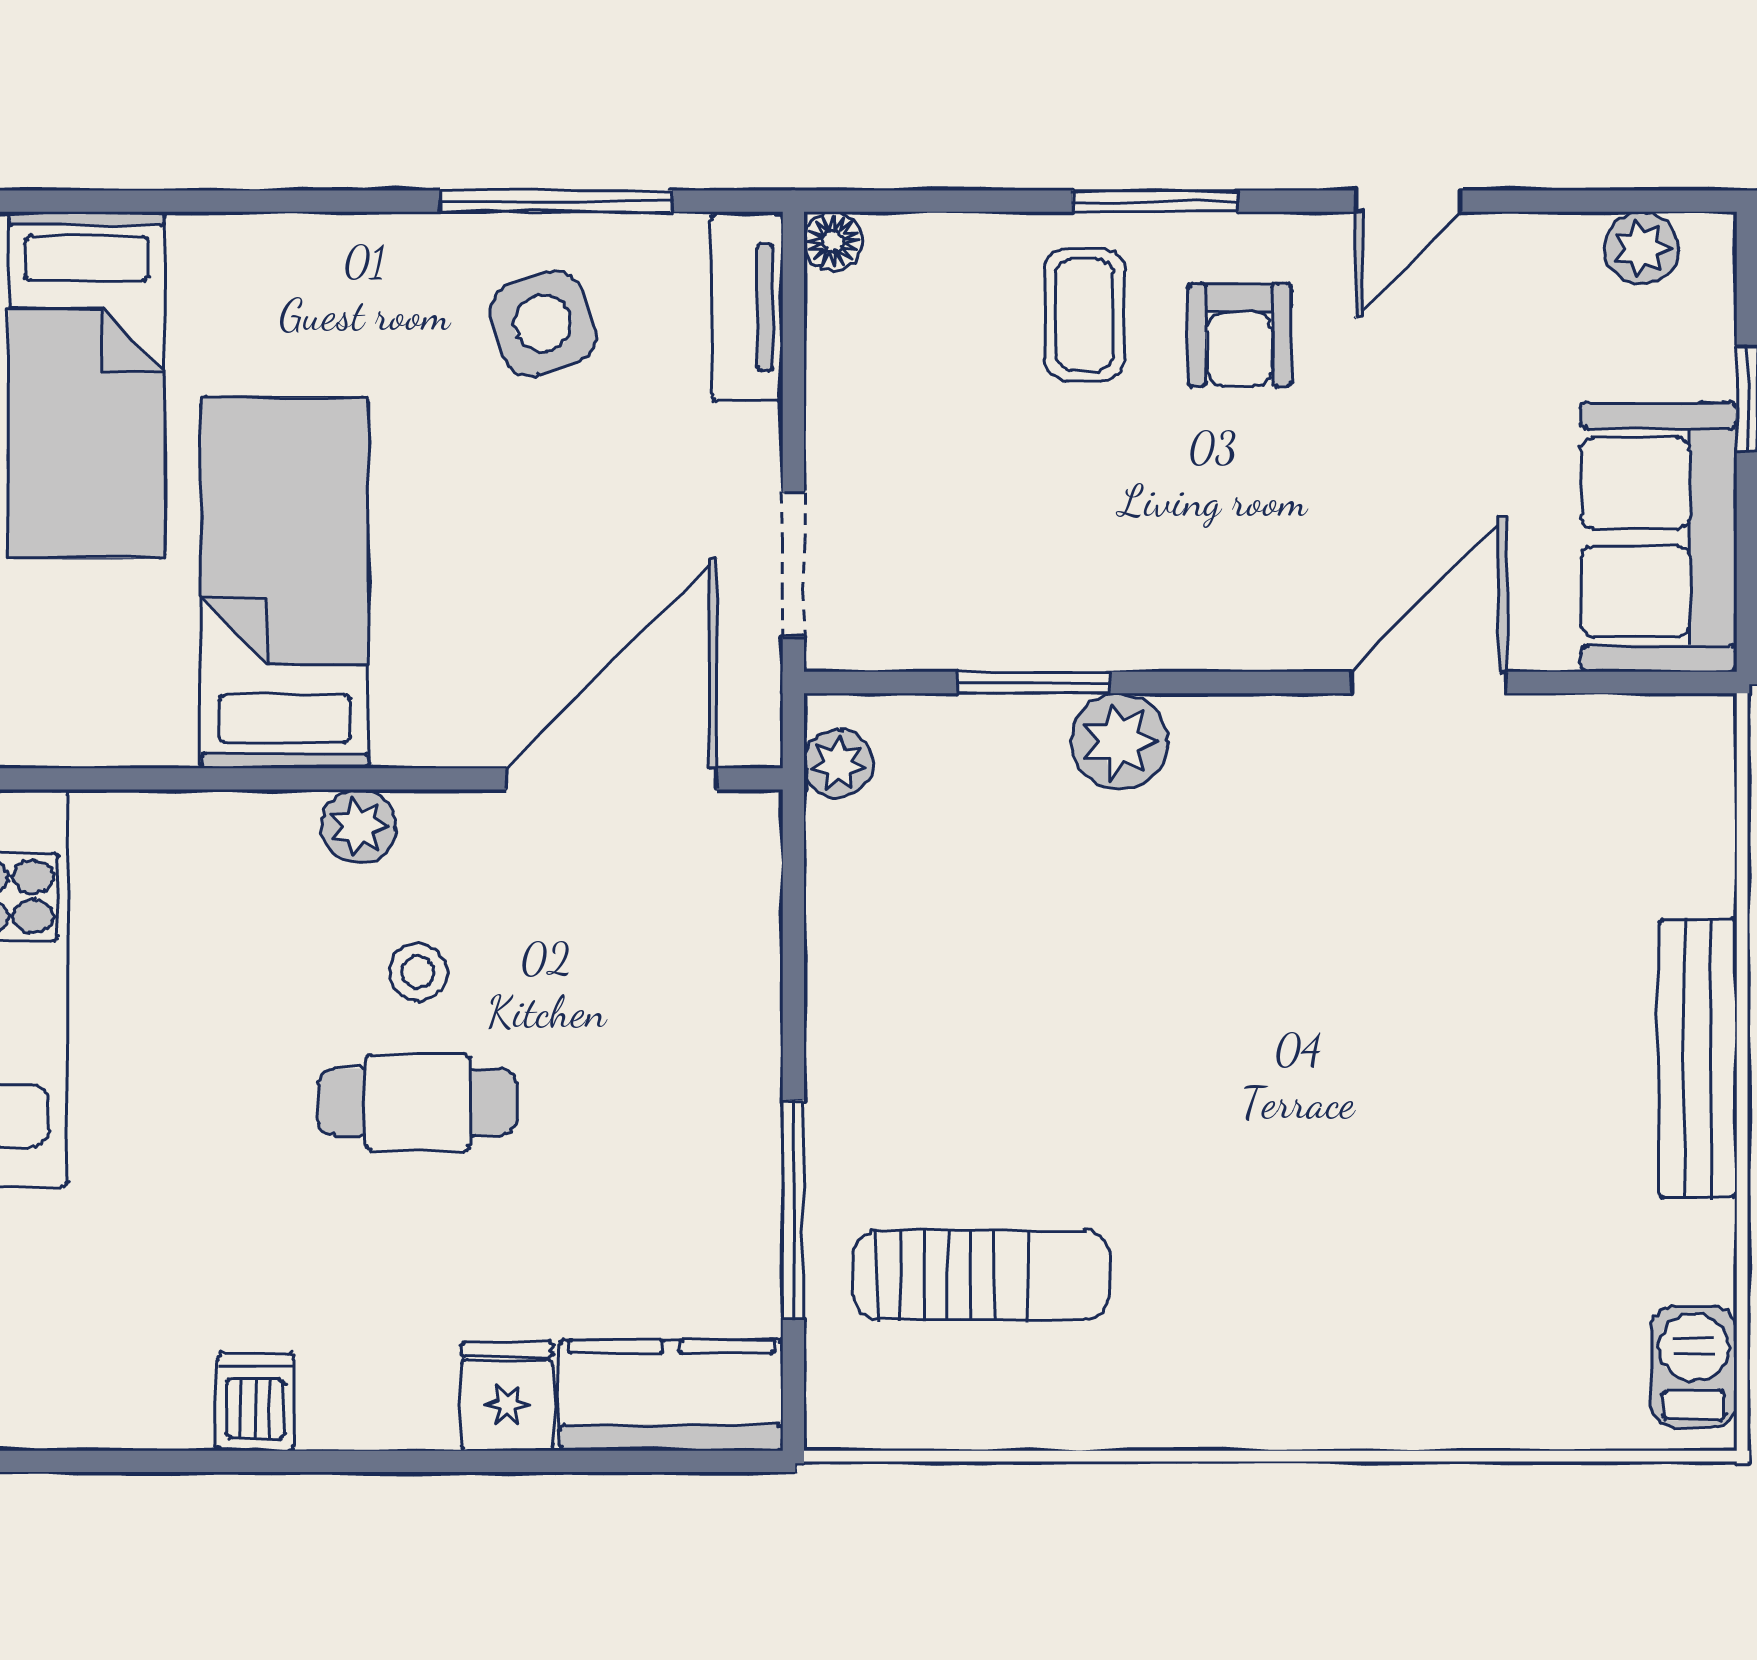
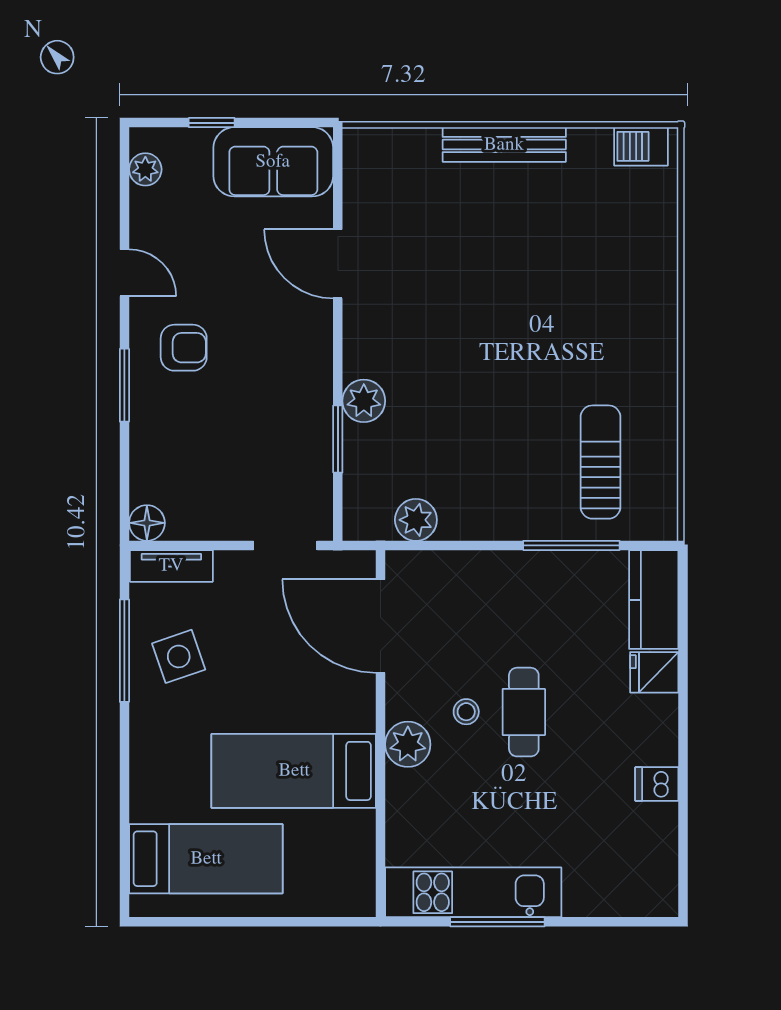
floor lamp: (833, 241) -> (147, 523), width x1.37, depth x1.37
coffee table: (1084, 315) -> (175, 416), removed
plant: (838, 764) -> (416, 520), moved, width x1.38, depth x1.38
plant: (359, 826) -> (408, 744), width x1.38, depth x1.38

